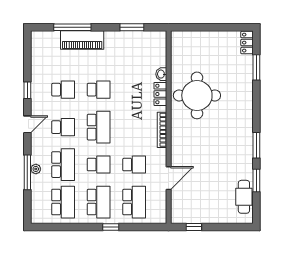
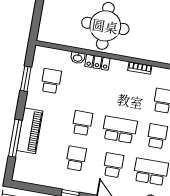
school desk: (134, 52) -> (51, 81), added
bookcase: (162, 130) -> (140, 68), width x0.64

